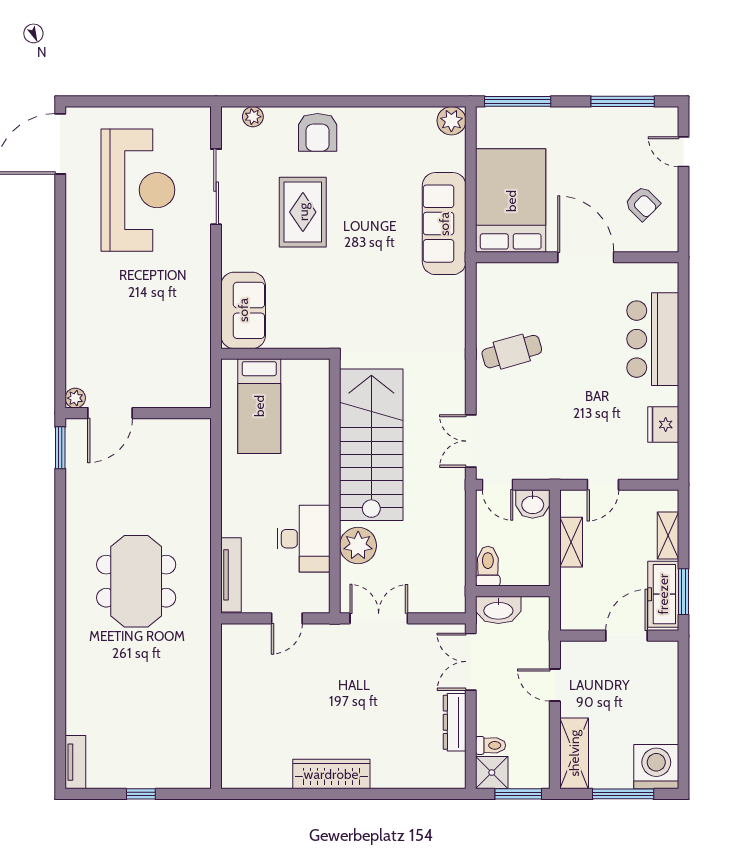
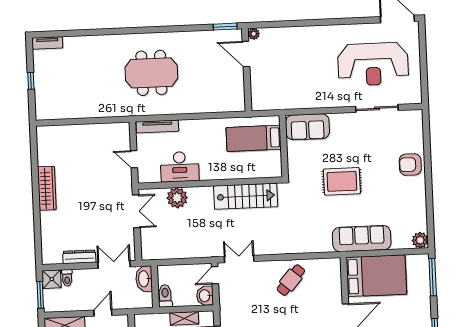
plant: (253, 117) -> (417, 128), removed
rug: (303, 212) -> (342, 181), moved
cafe table: (512, 352) -> (291, 280), turned 57
stairs: (371, 445) -> (246, 196), width x0.73, depth x0.66
toilet: (488, 566) -> (165, 296), moved, turned -90

